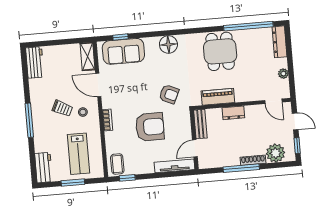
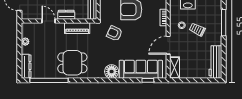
sofa: (123, 51) -> (141, 69), width x1.36
dining table: (220, 51) -> (72, 63), turned 90
workbench: (35, 62) -> (215, 62), width x1.38
door: (98, 85) -> (168, 45), swing flipped
door: (273, 101) -> (48, 21), moved

